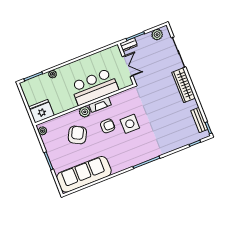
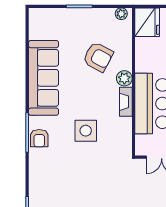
armchair: (108, 126) -> (39, 138), moved
sofa: (84, 174) -> (44, 78), moved

